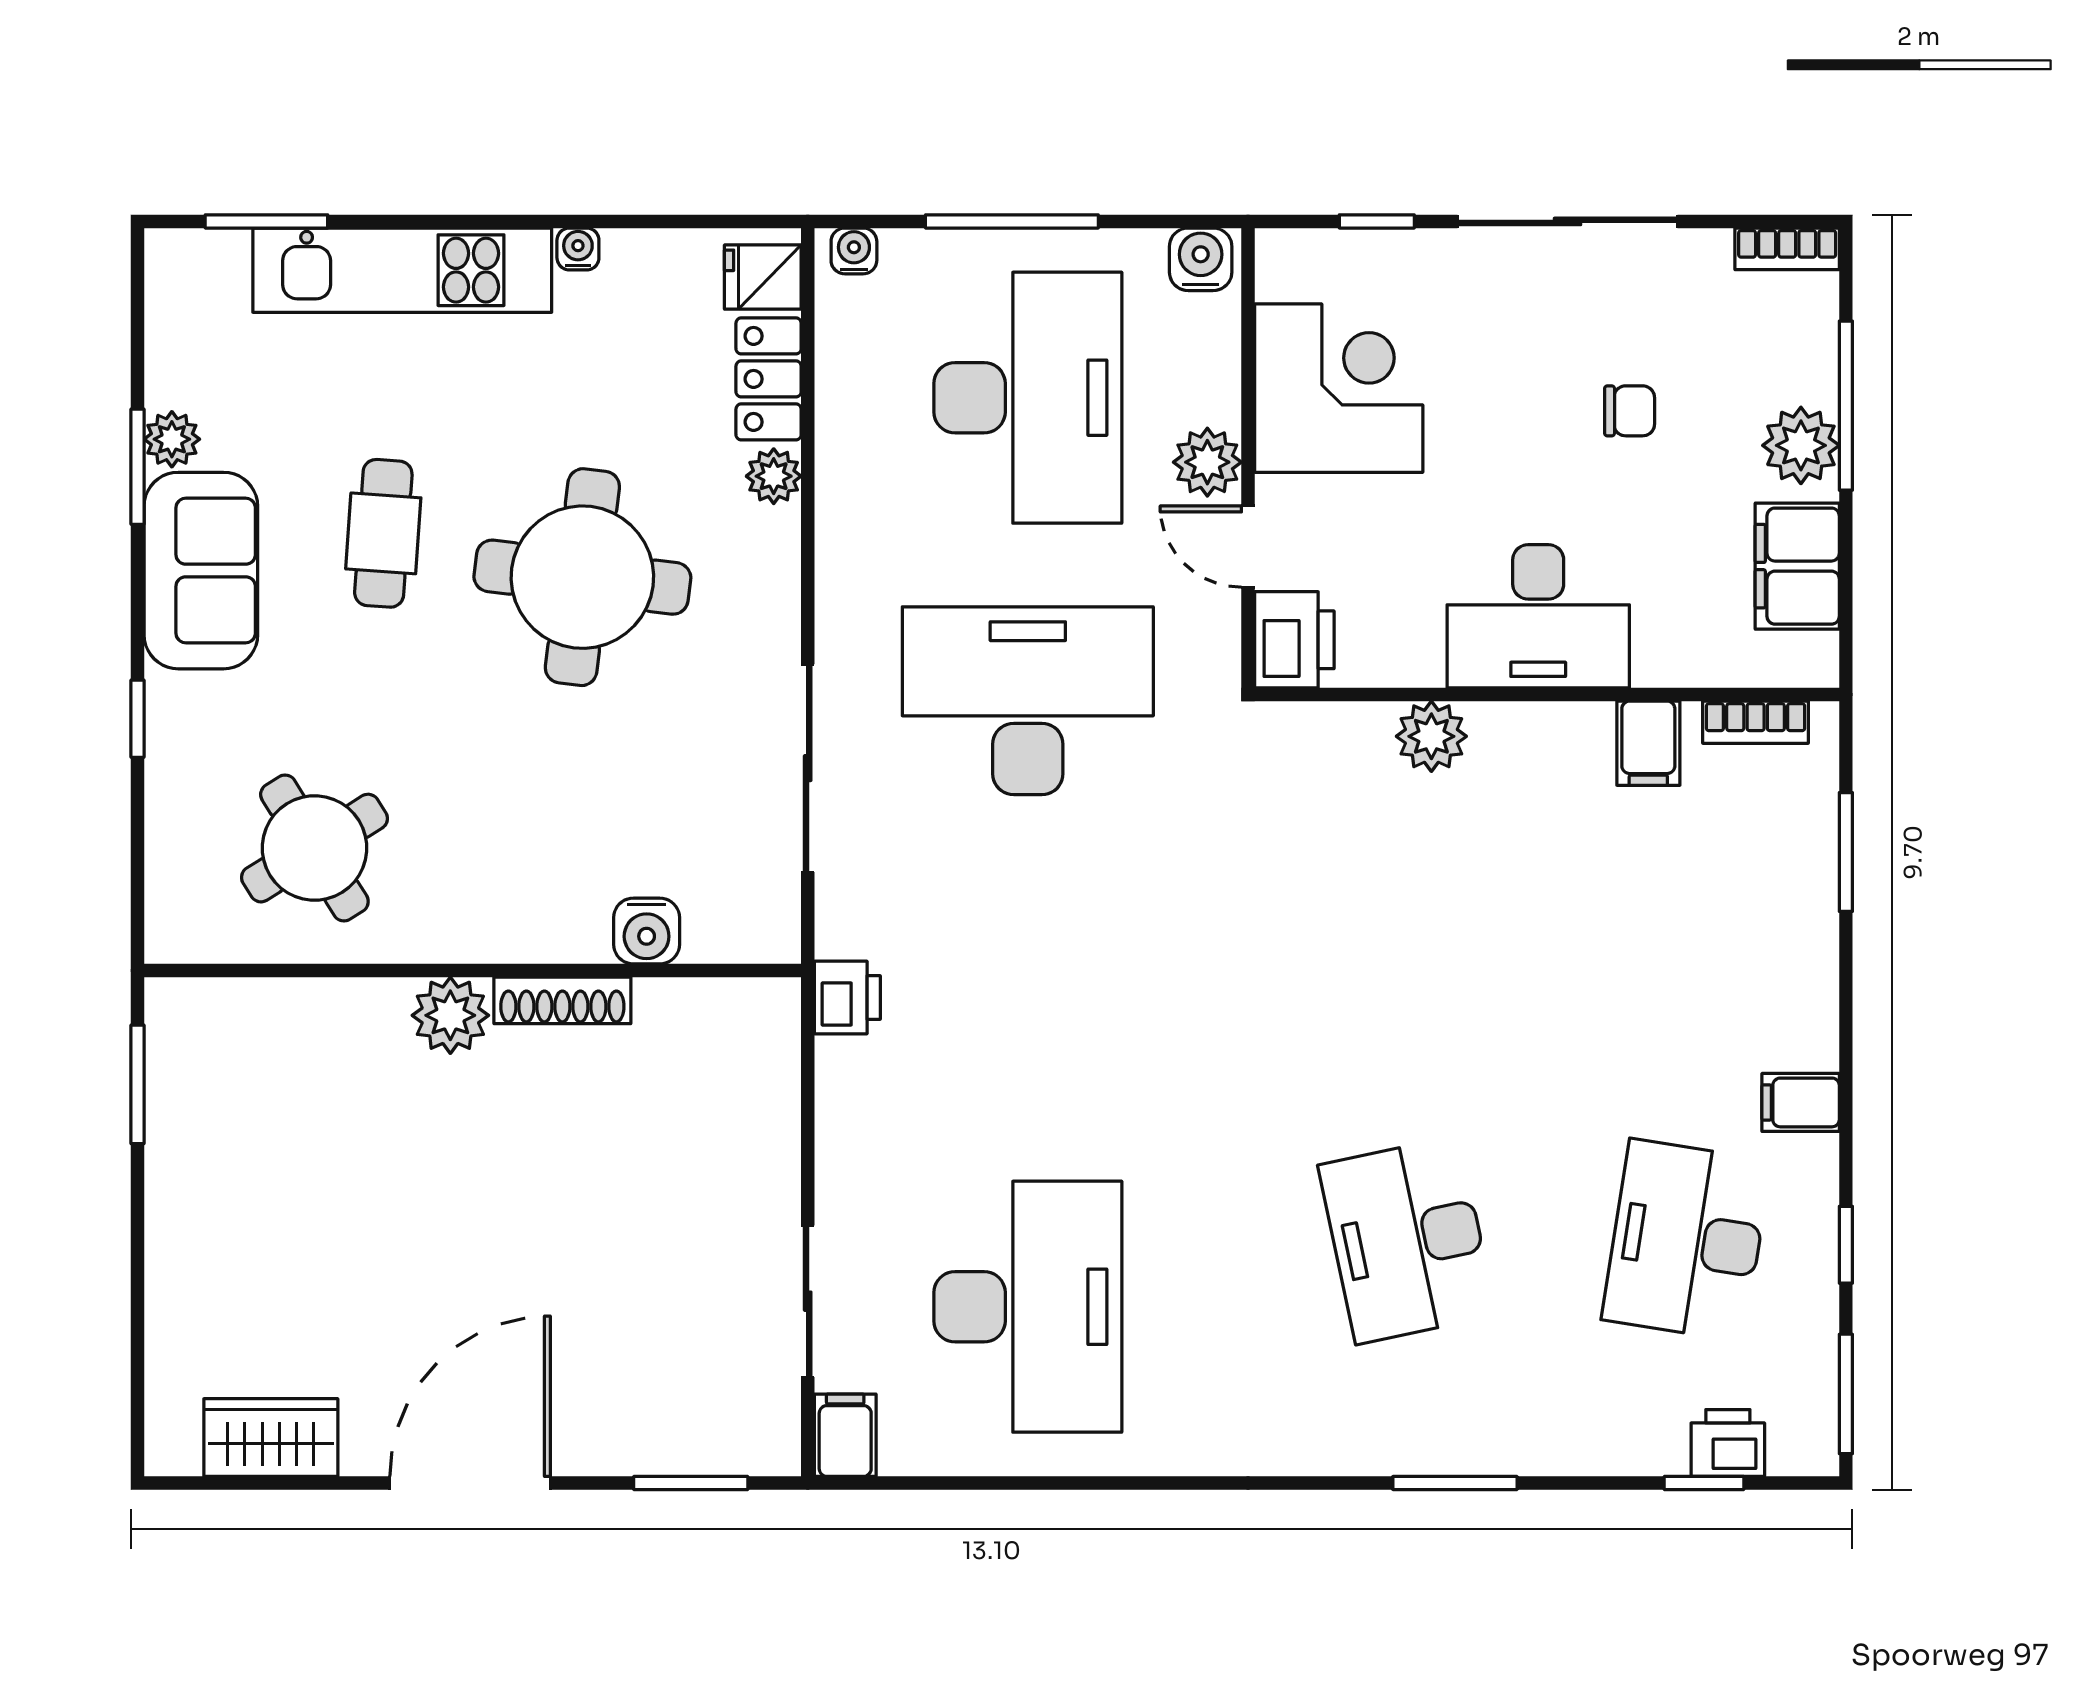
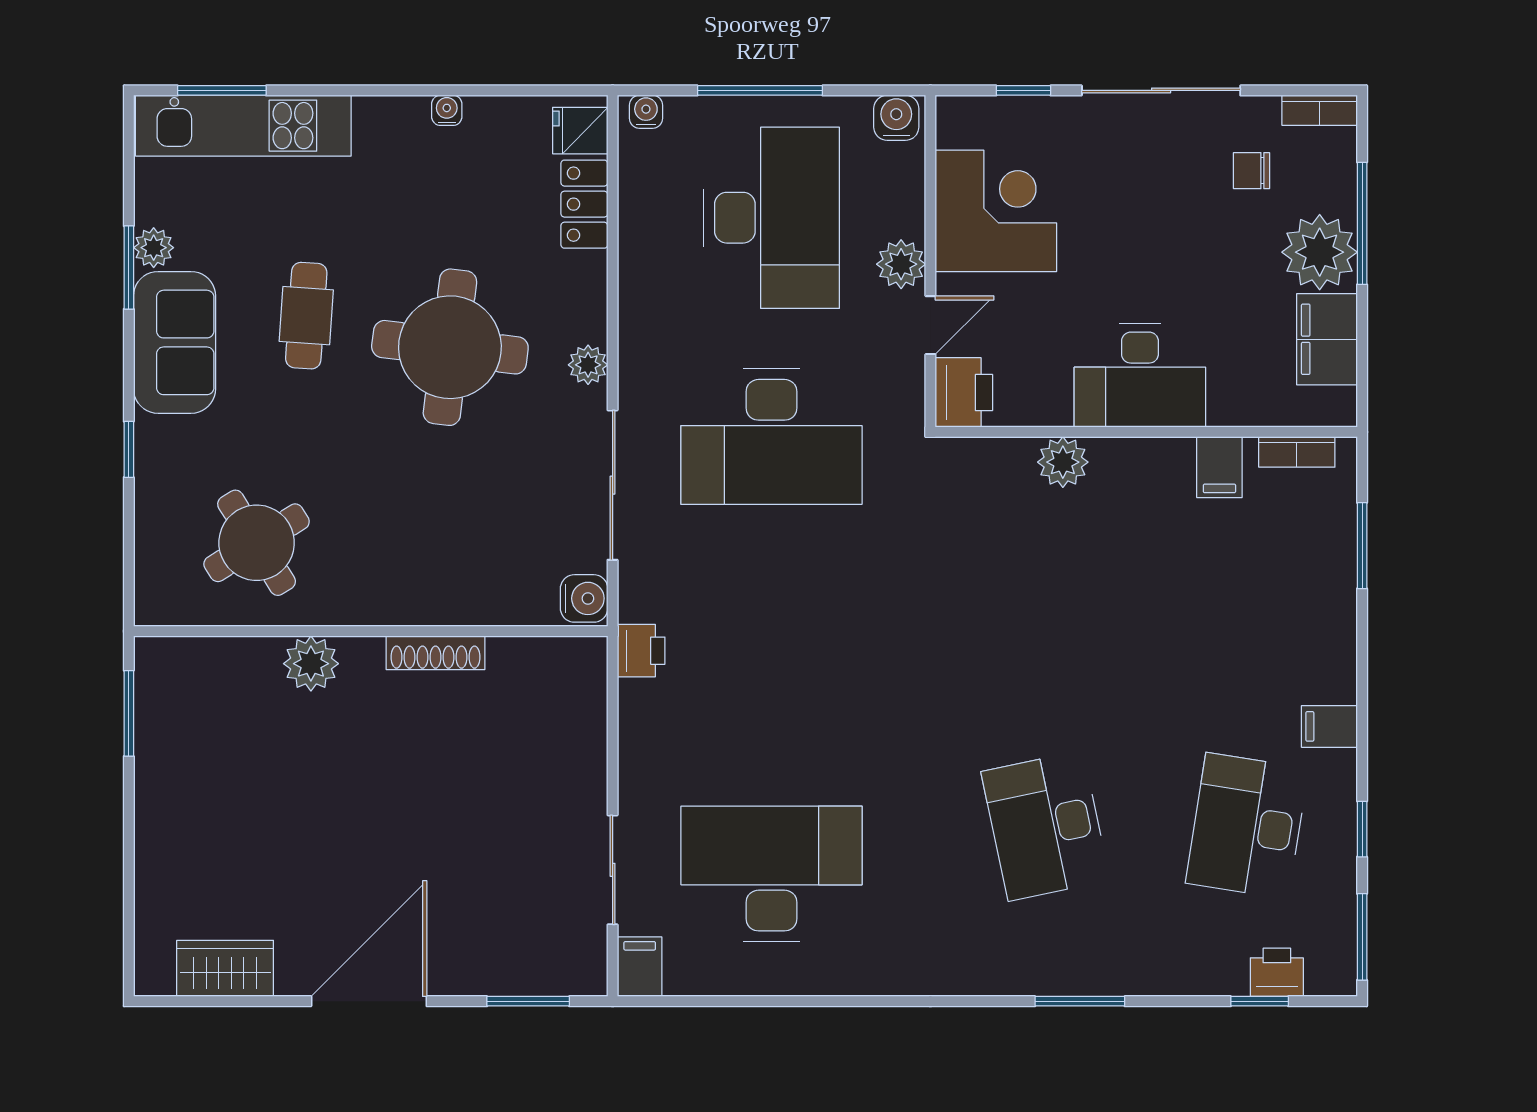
kitchen unit: (402, 270) -> (243, 126), moved
chair: (1630, 411) -> (1252, 171), moved, turned 180
plant: (1801, 445) -> (1320, 252), width x1.36, depth x1.36
plant: (774, 476) -> (588, 365), moved
door: (1248, 547) -> (930, 325), swing flipped
desk: (1028, 701) -> (772, 436), turned 180
water cooler: (647, 931) -> (584, 598), moved, turned -90
plant: (450, 1015) -> (311, 664), moved
desk: (1028, 1307) -> (772, 874), turned -90

